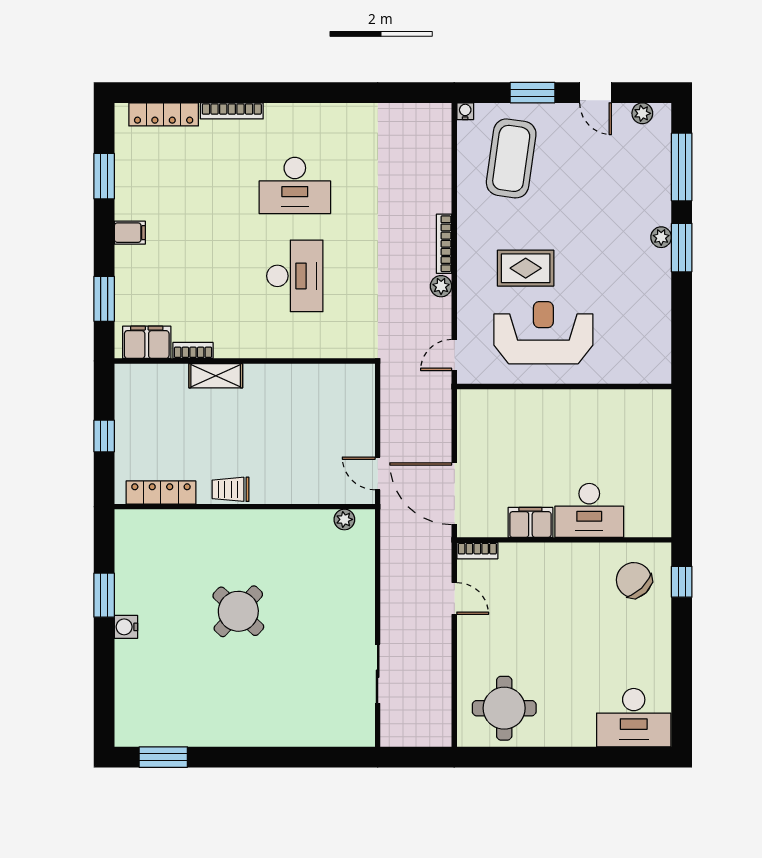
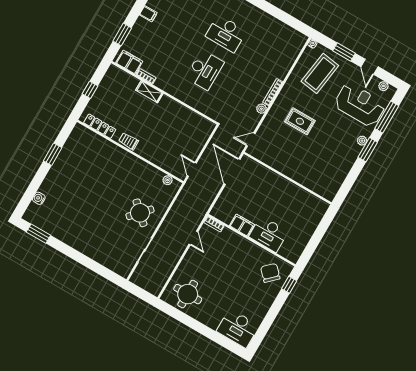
reception desk: (543, 333) -> (360, 105), moved
door: (454, 494) -> (232, 171), moved
round table: (238, 611) -> (140, 213), moved
water cooler: (126, 627) -> (39, 198), moved

